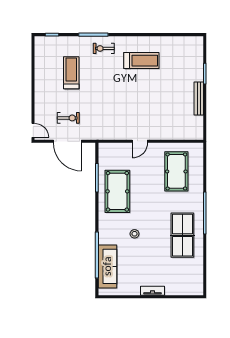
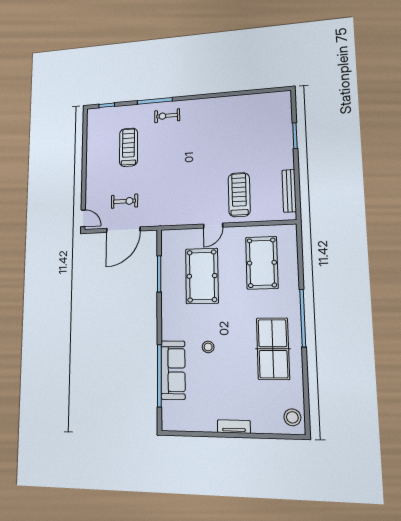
treadmill: (141, 61) -> (239, 195), moved, turned -90
bench: (199, 98) -> (289, 191), moved
door: (67, 141) -> (123, 230), hinge flipped
pool table: (117, 191) -> (202, 276), moved
sofa: (107, 266) -> (173, 370), moved
stool: (194, 283) -> (292, 417), added

